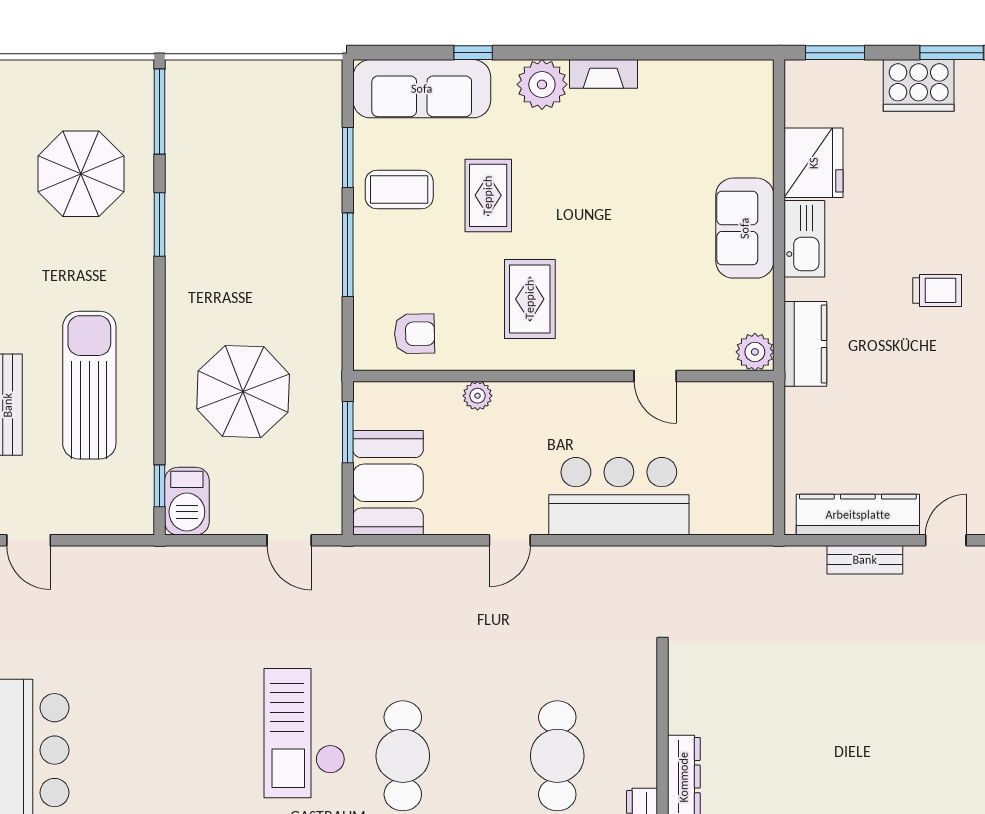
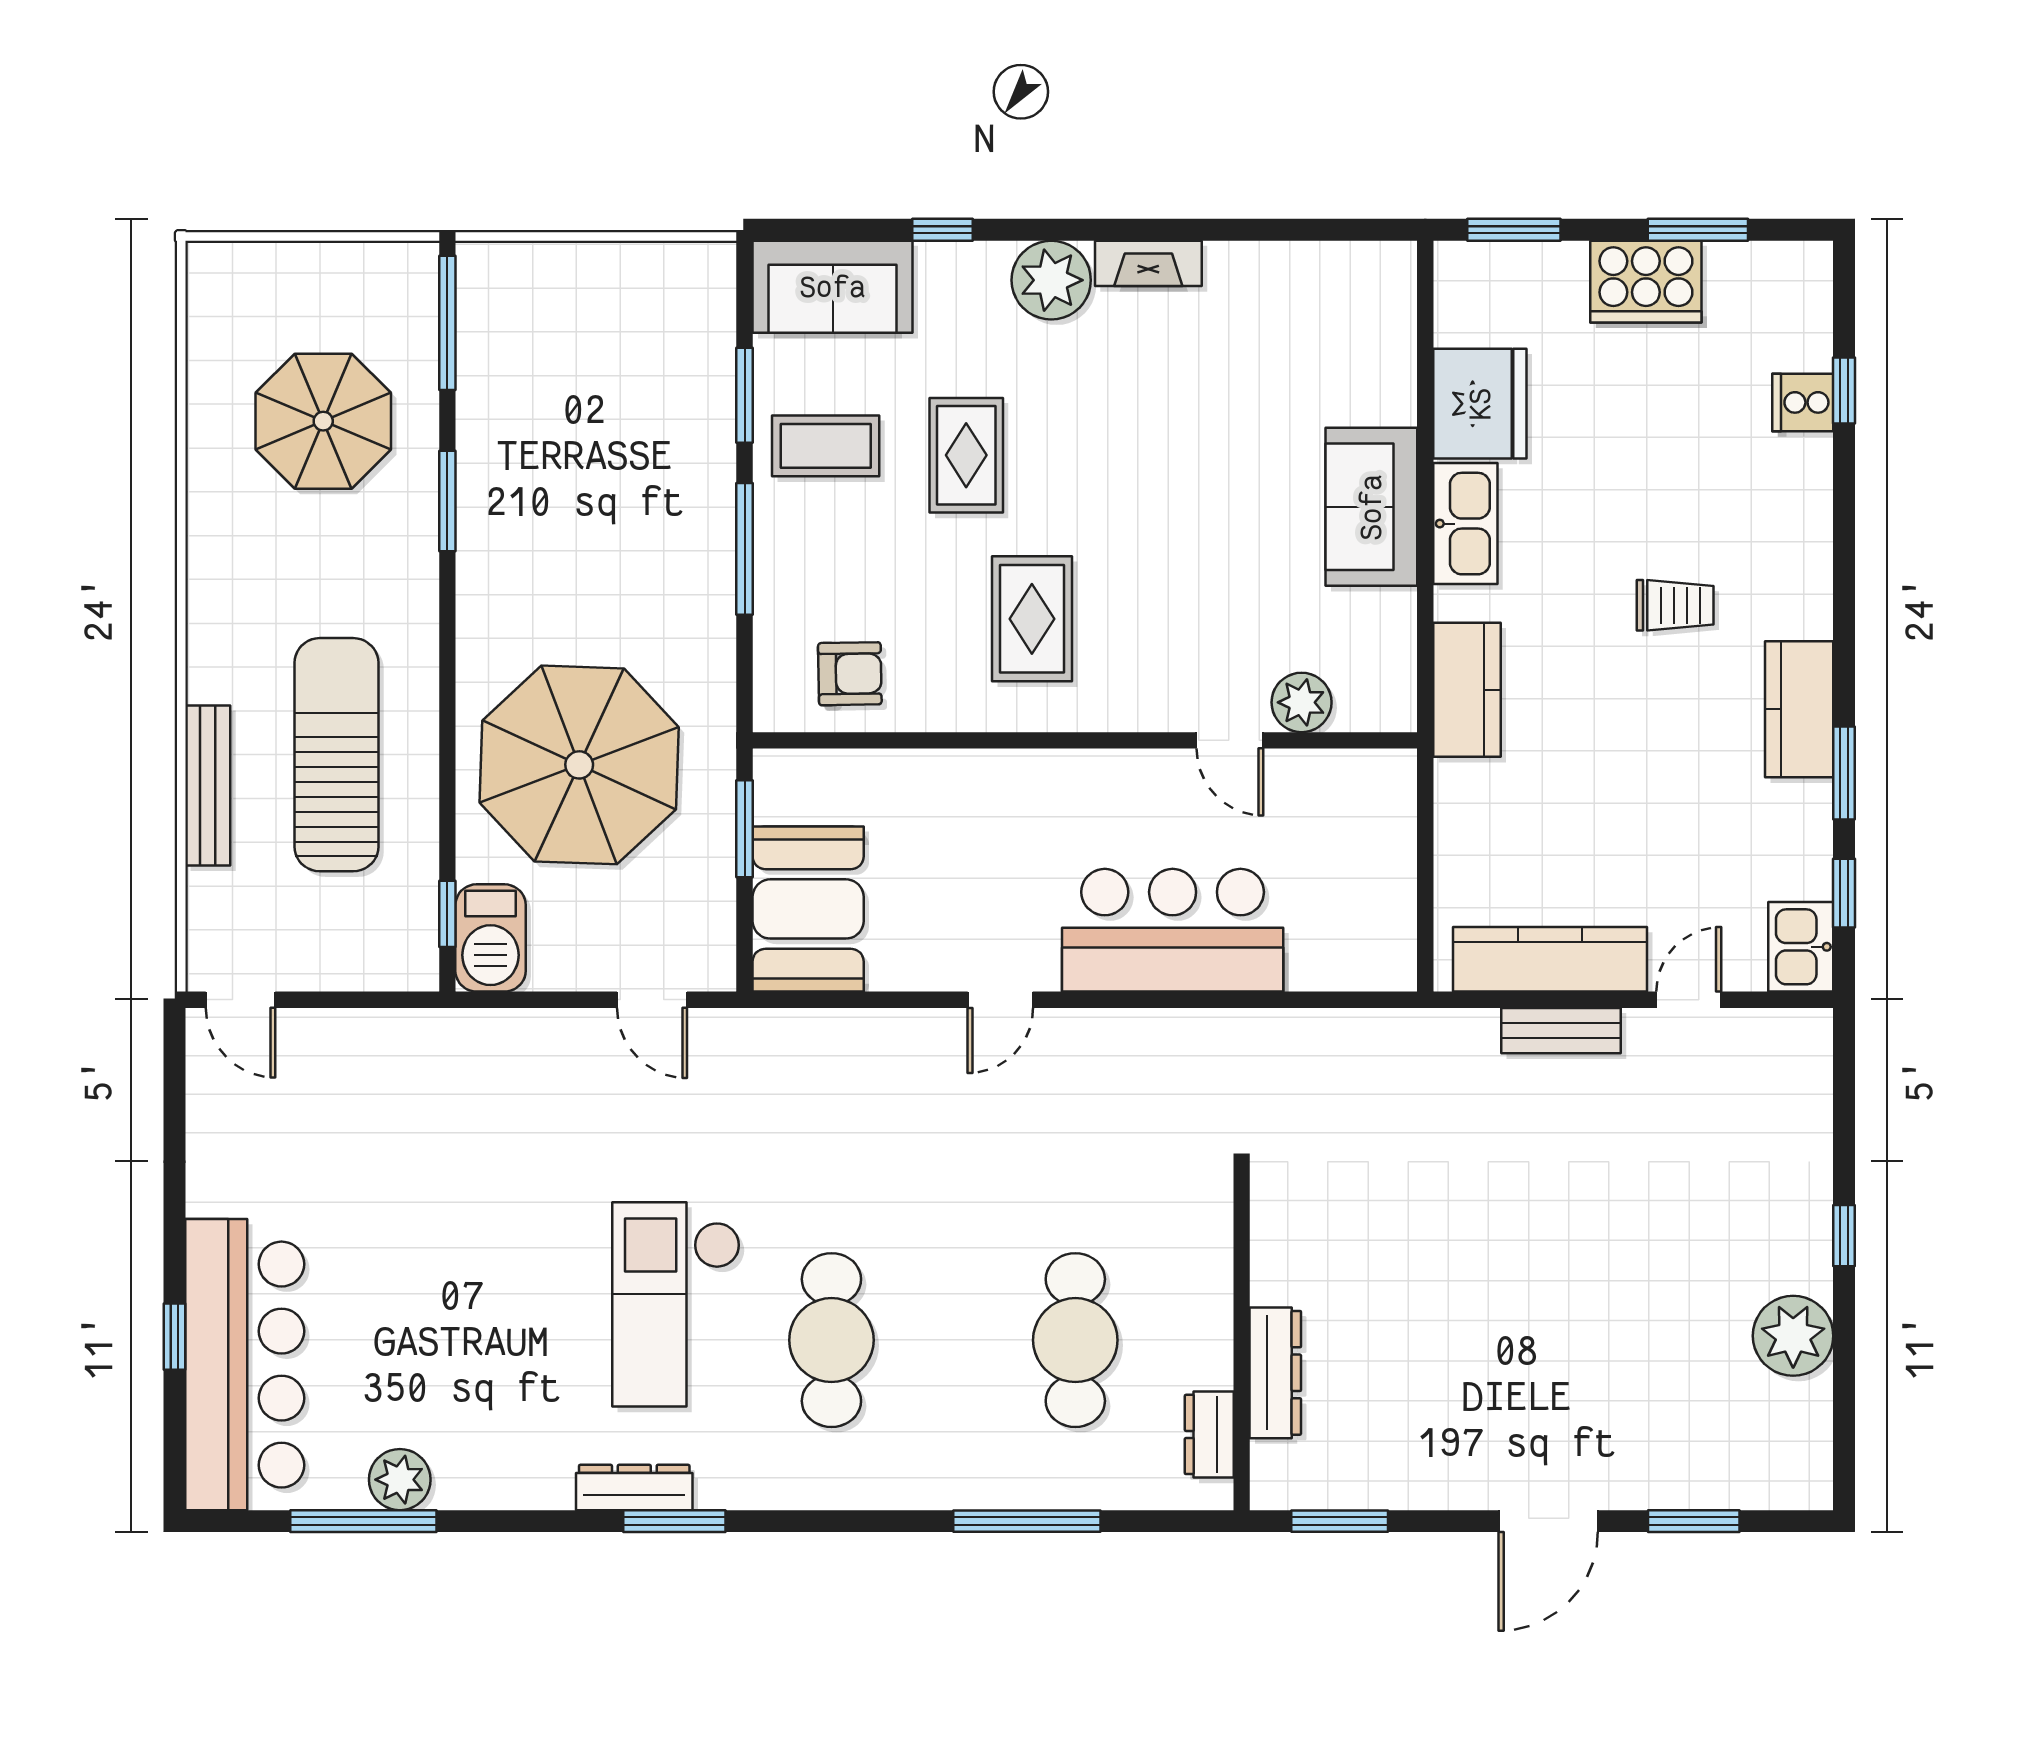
sofa: (422, 89) -> (833, 287), width x0.73
plant: (755, 352) -> (1302, 702), moved
parasol: (243, 392) -> (579, 765), width x1.36, depth x1.36
plant: (478, 396) -> (949, 771), removed

